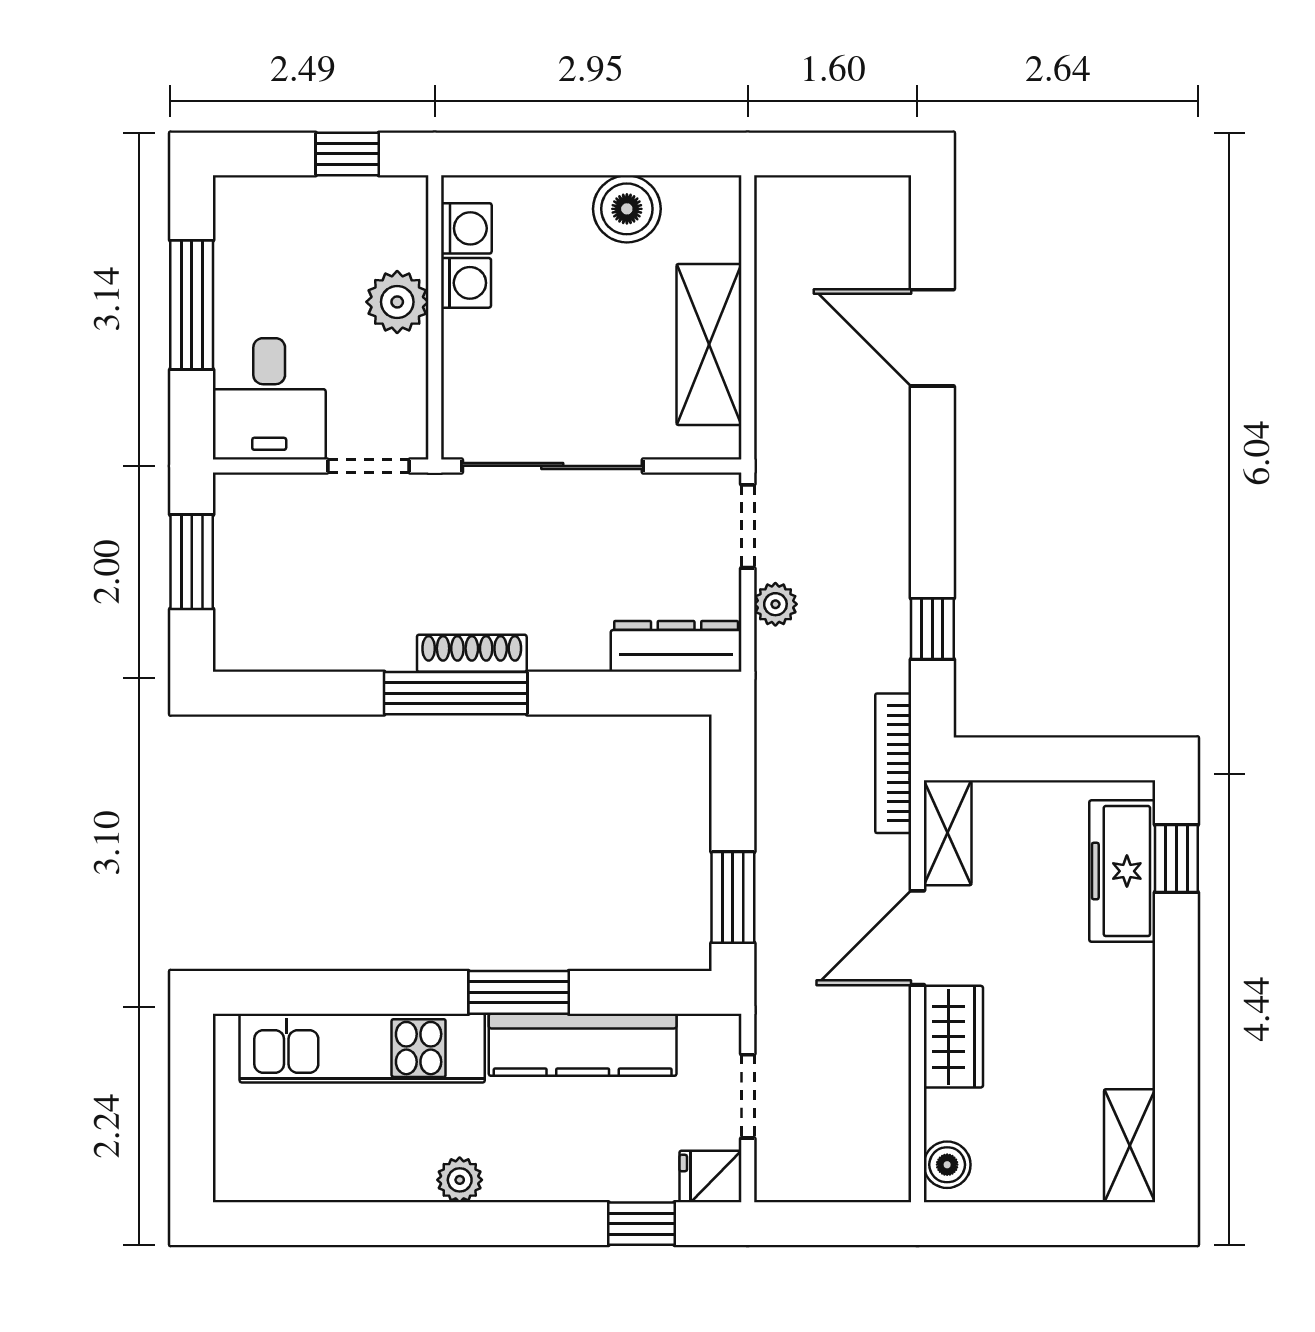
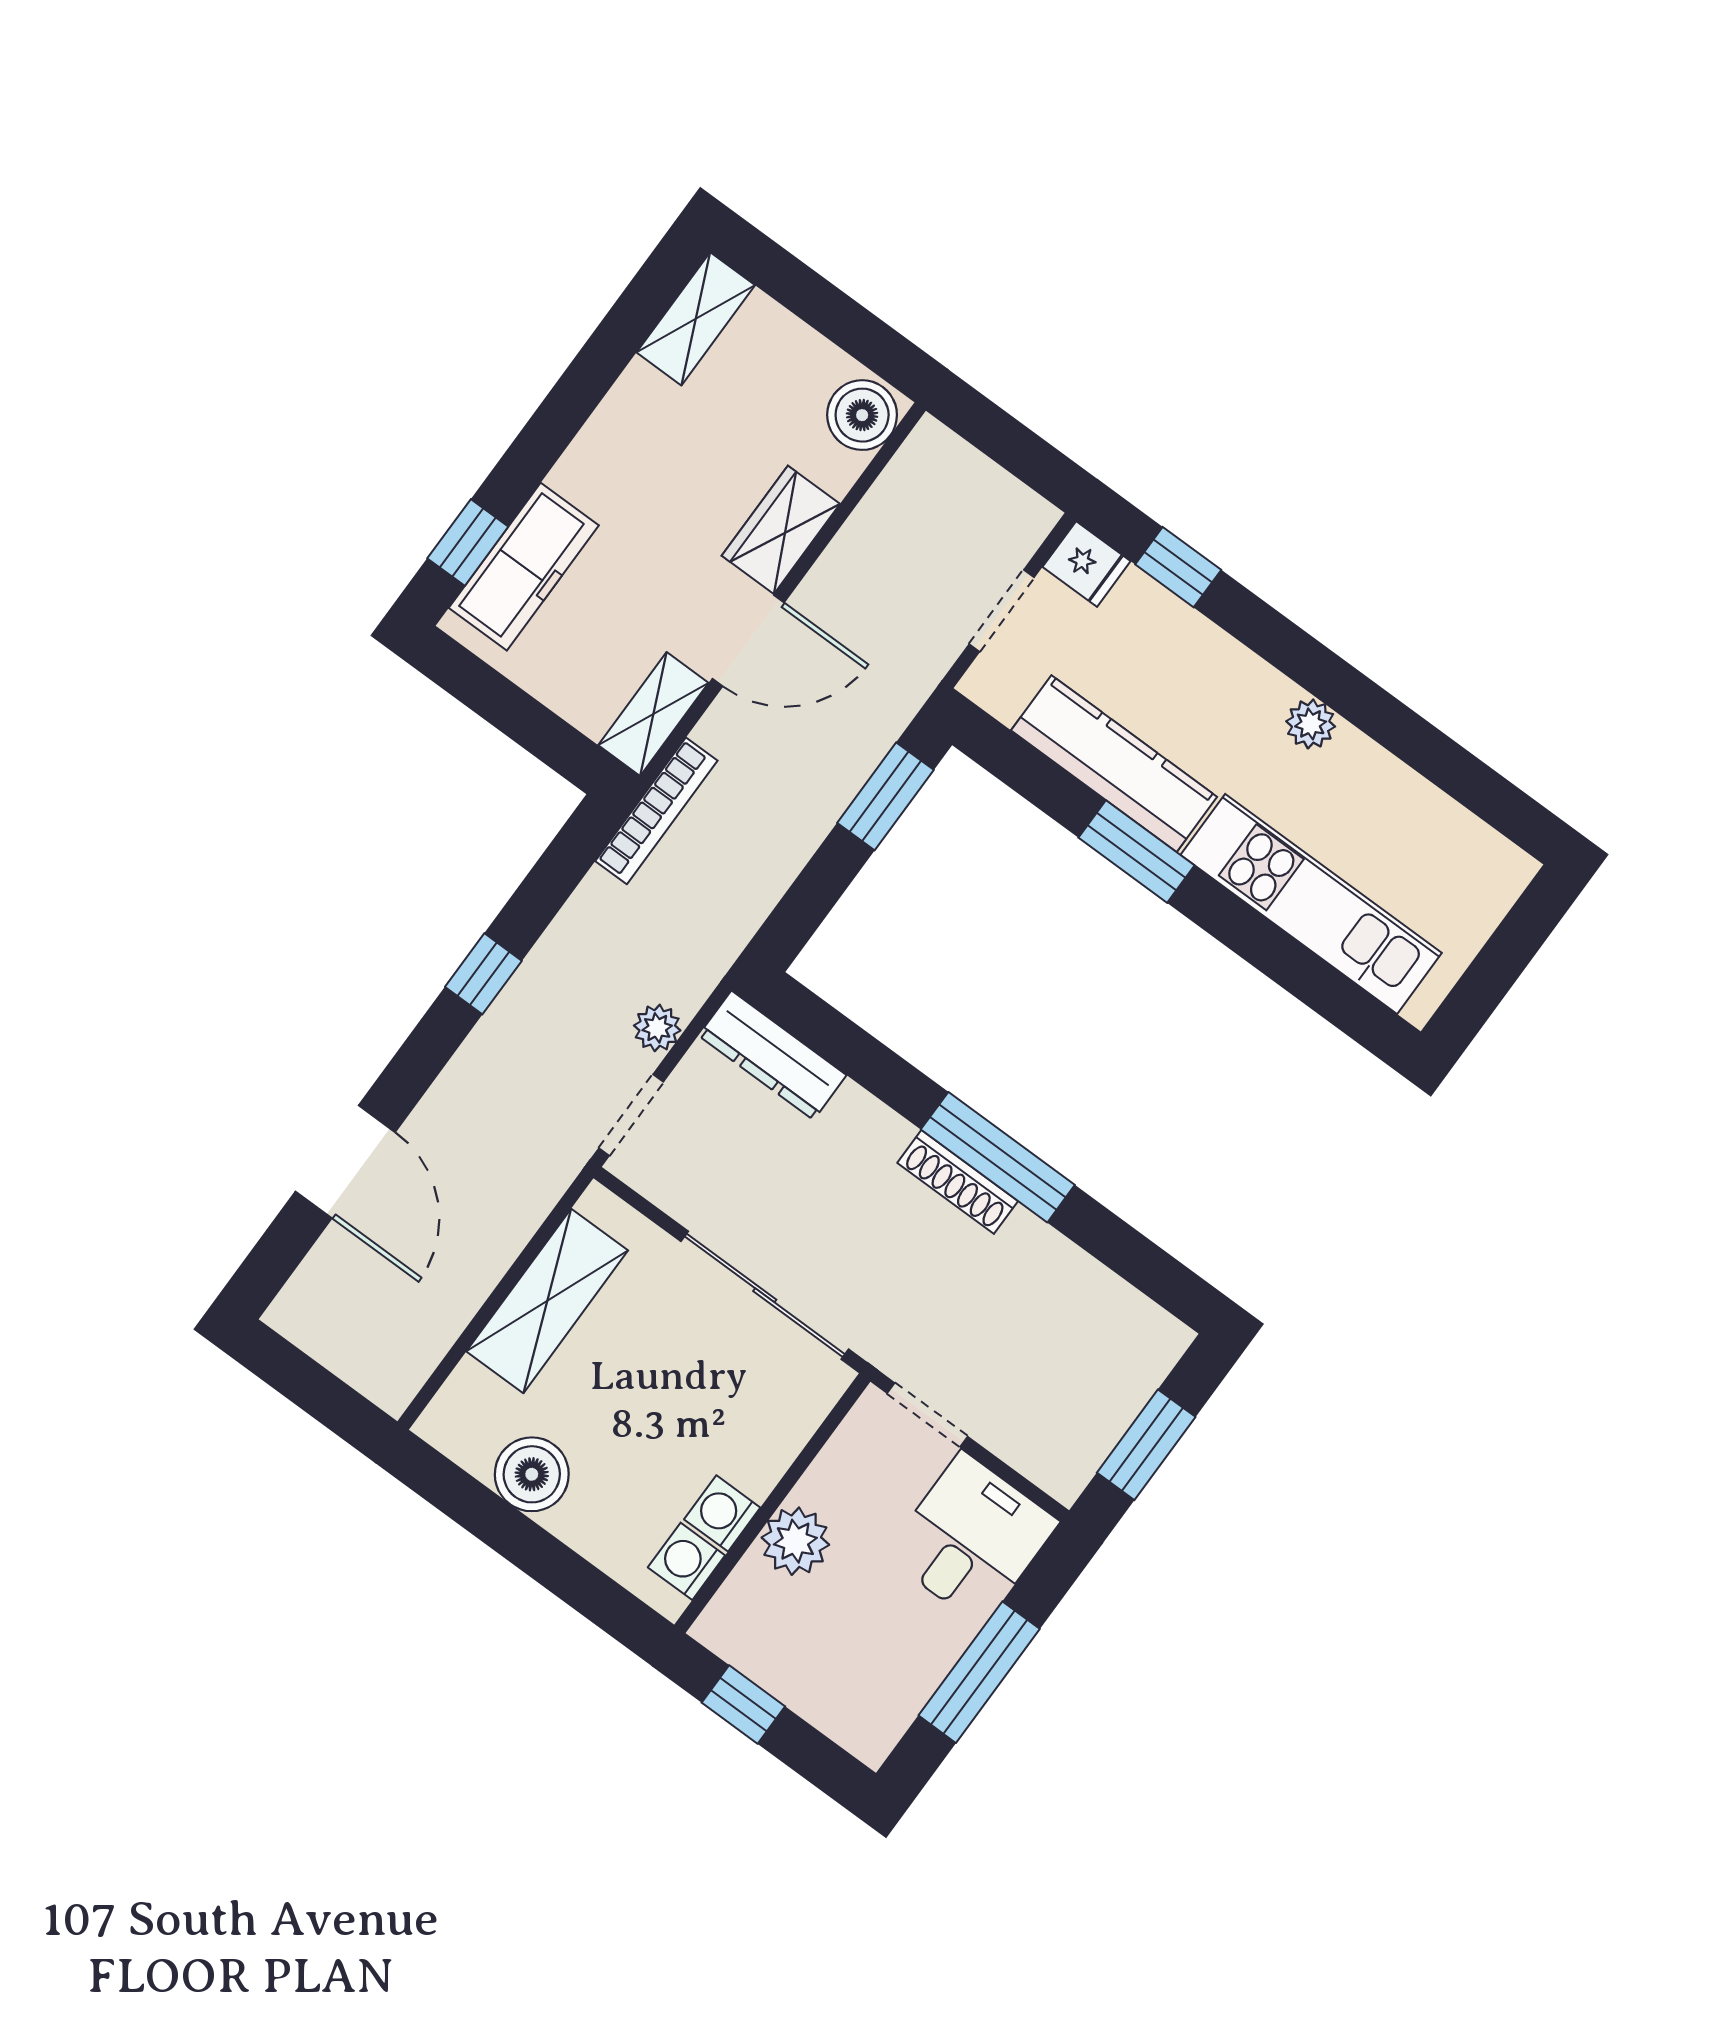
window: (932, 629) -> (483, 974), moved
boiler: (947, 1165) -> (862, 415), width x1.36, depth x1.36

